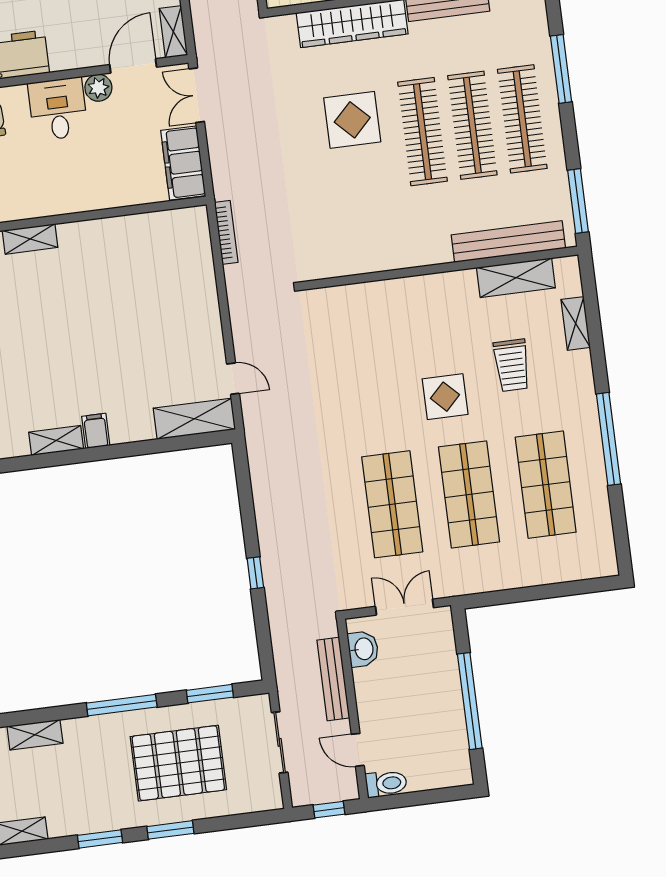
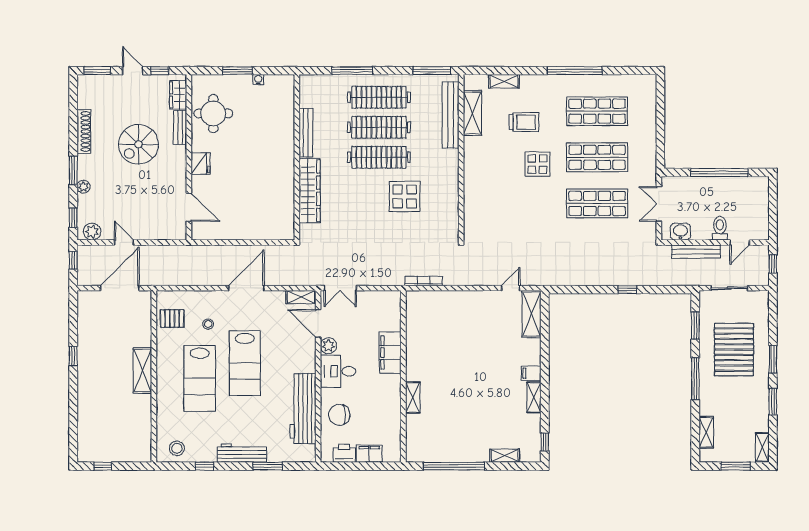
display table: (352, 120) -> (405, 196), moved
filing cabinet: (183, 163) -> (390, 353), moved, turned 90
toilet: (386, 784) -> (720, 228), moved

